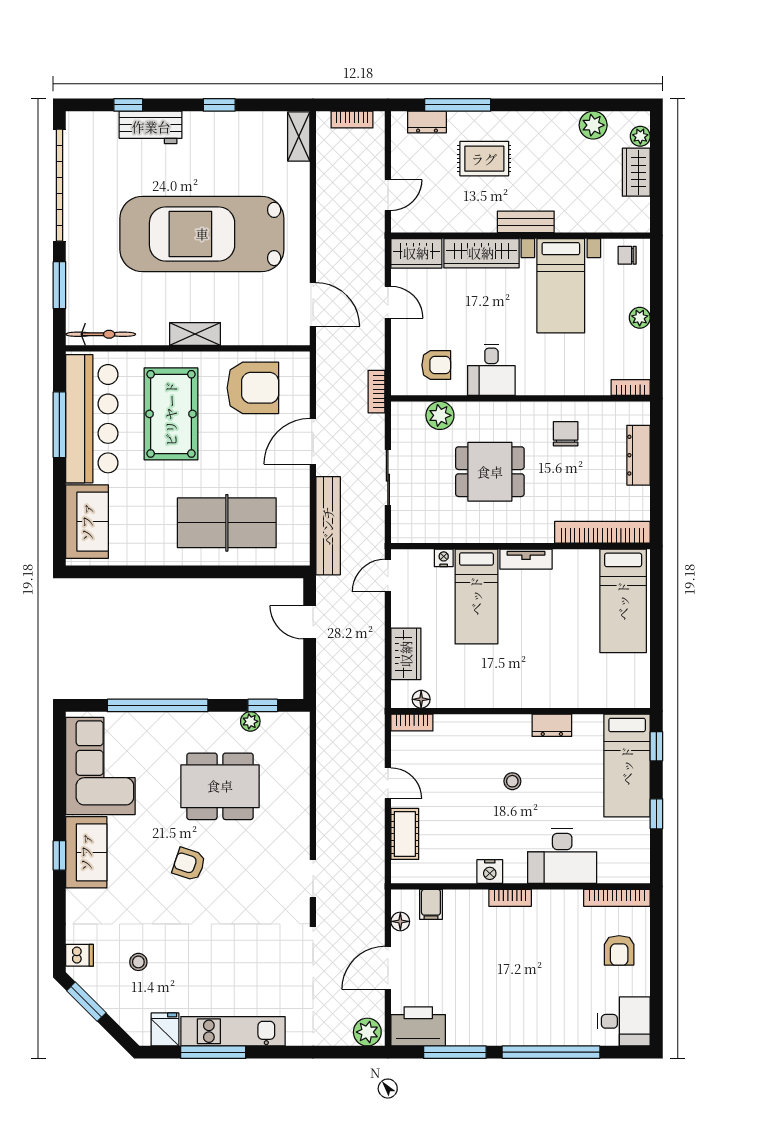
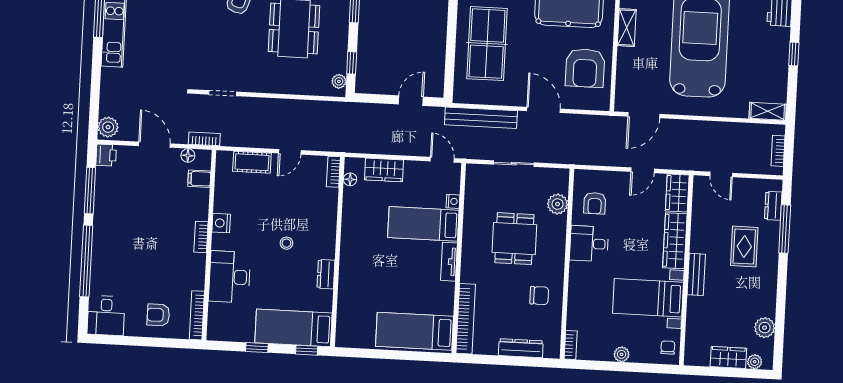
bookcase: (376, 392) -> (204, 139), moved
plant: (250, 721) -> (339, 81), moved
printer: (418, 1026) -> (106, 155), width x0.53, depth x0.68

